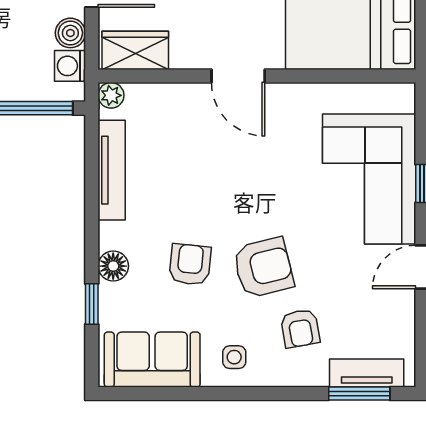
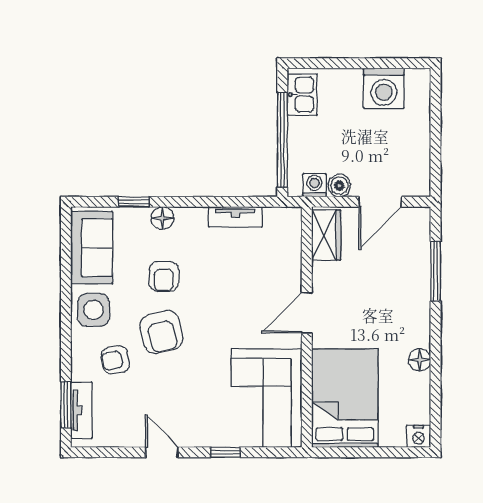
plant: (111, 95) -> (292, 216), removed
tv unit: (112, 170) -> (235, 217), width x0.71
corner sofa: (369, 179) -> (267, 398), moved, turned -90
armchair: (190, 264) -> (164, 276), turned 84
side table: (234, 357) -> (93, 310), width x1.87, depth x1.87

